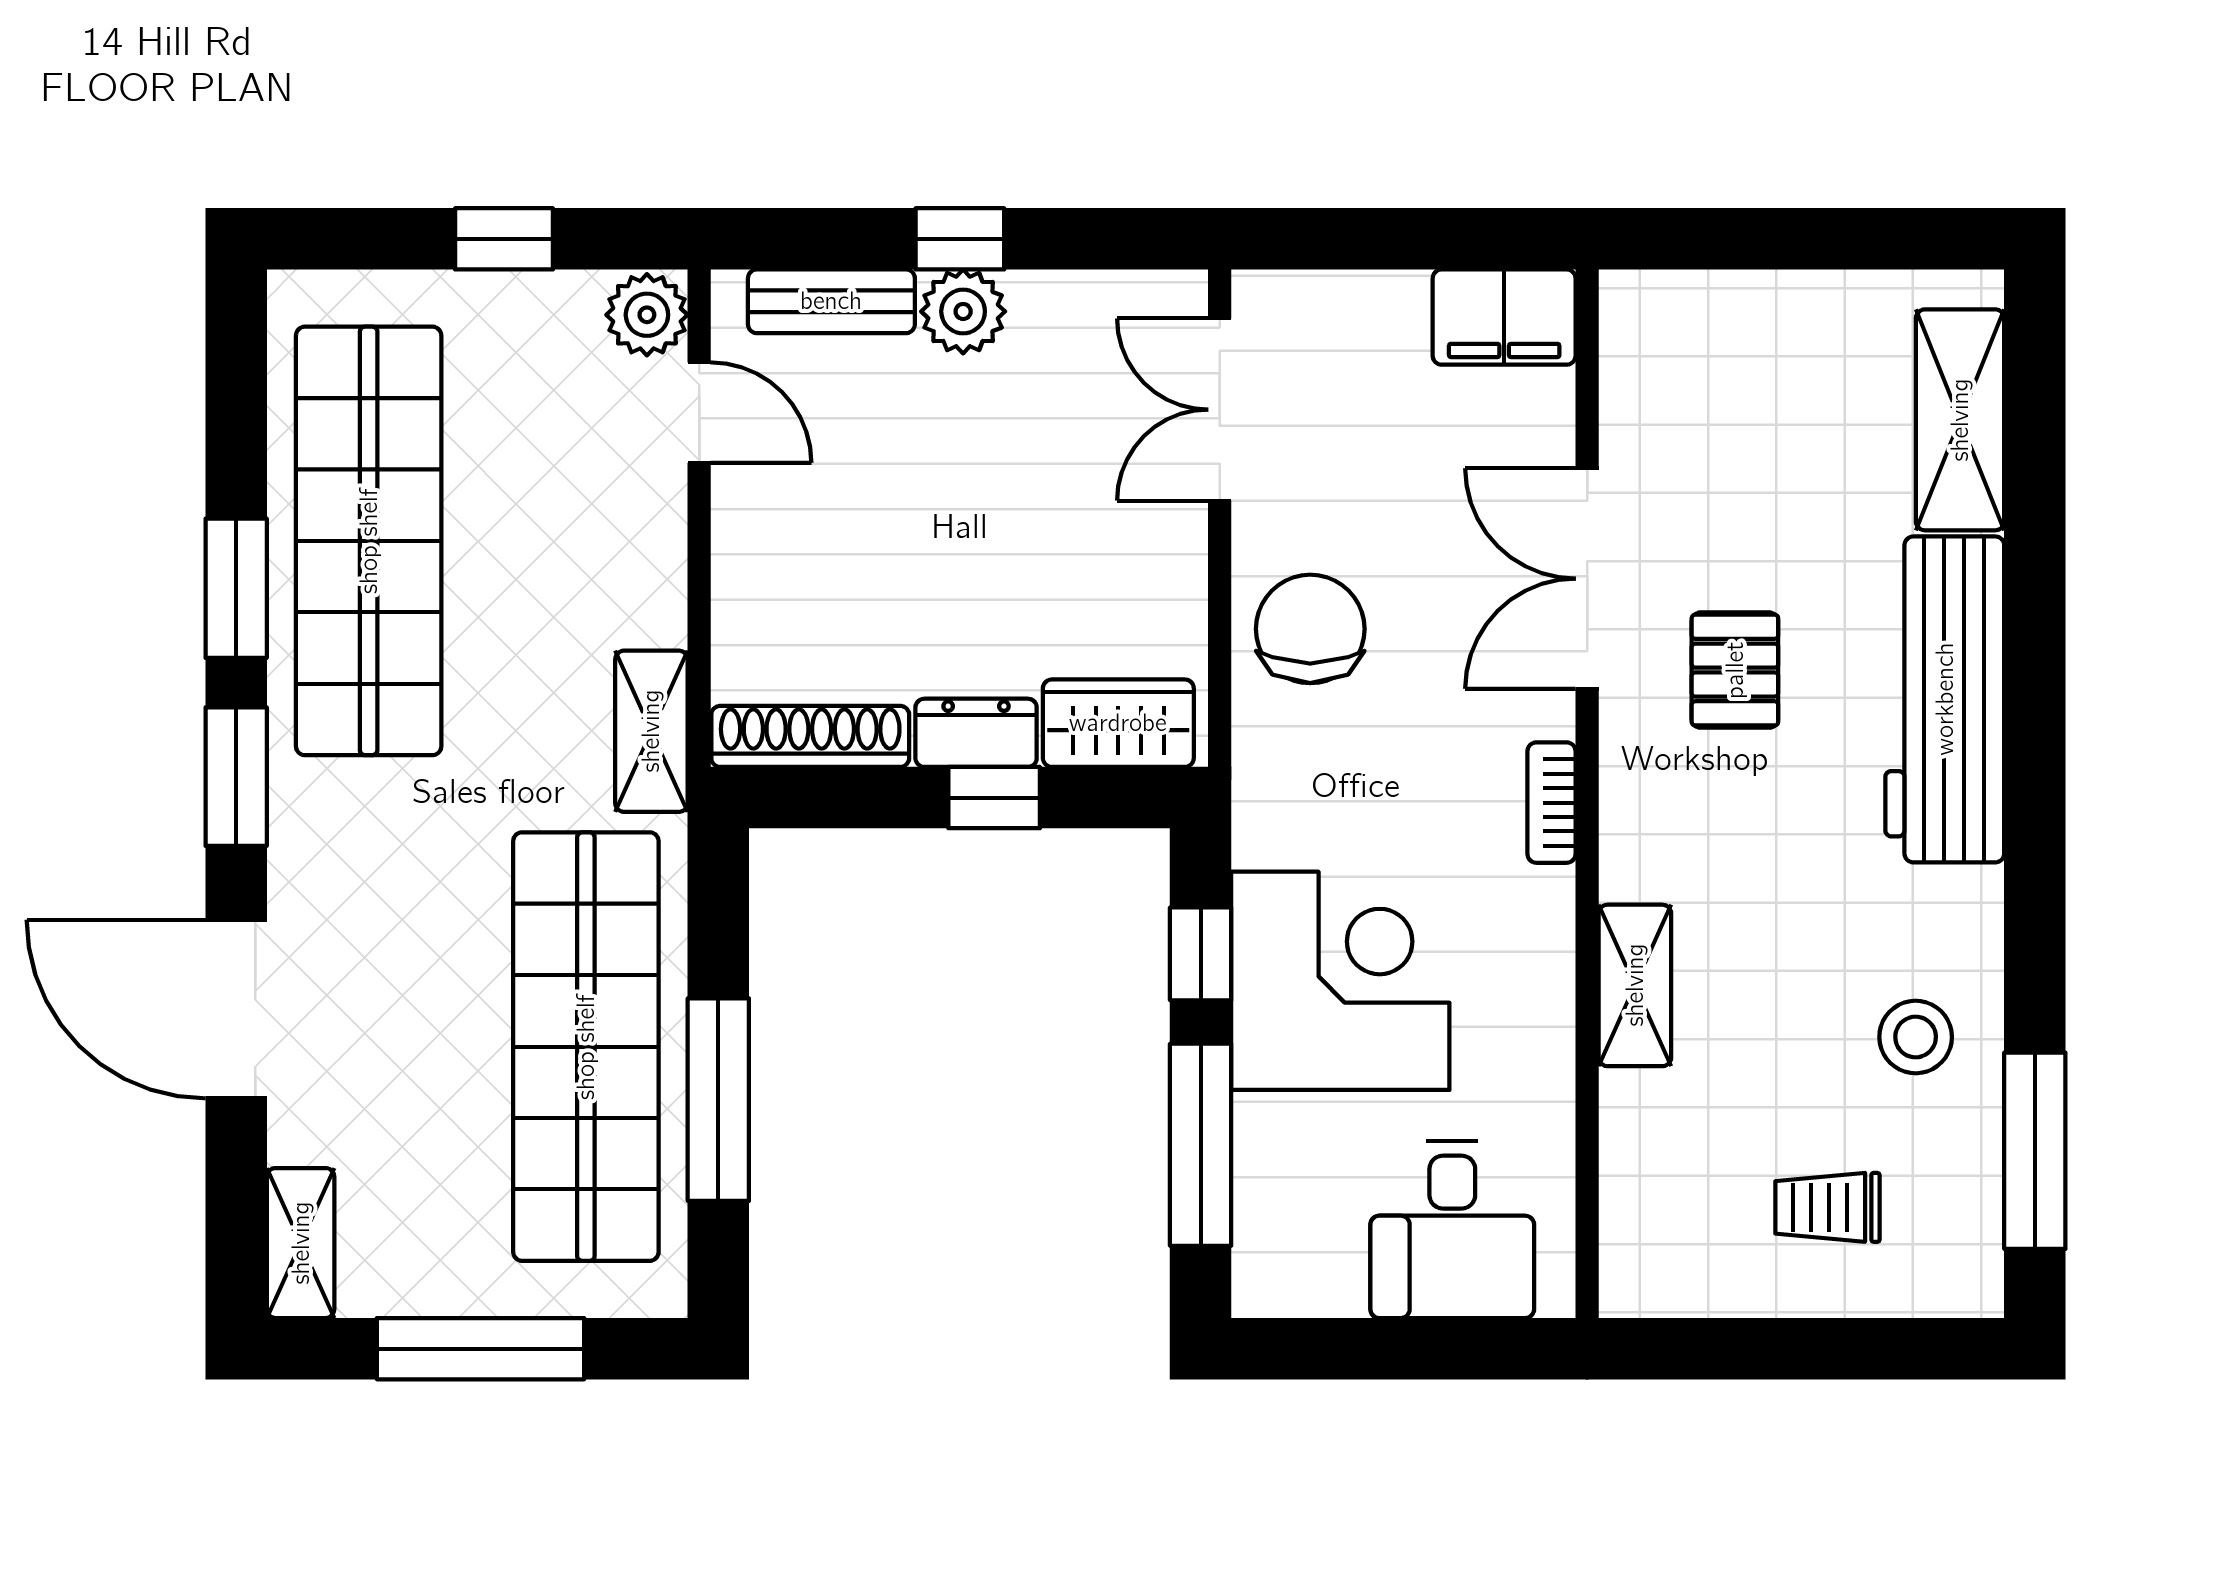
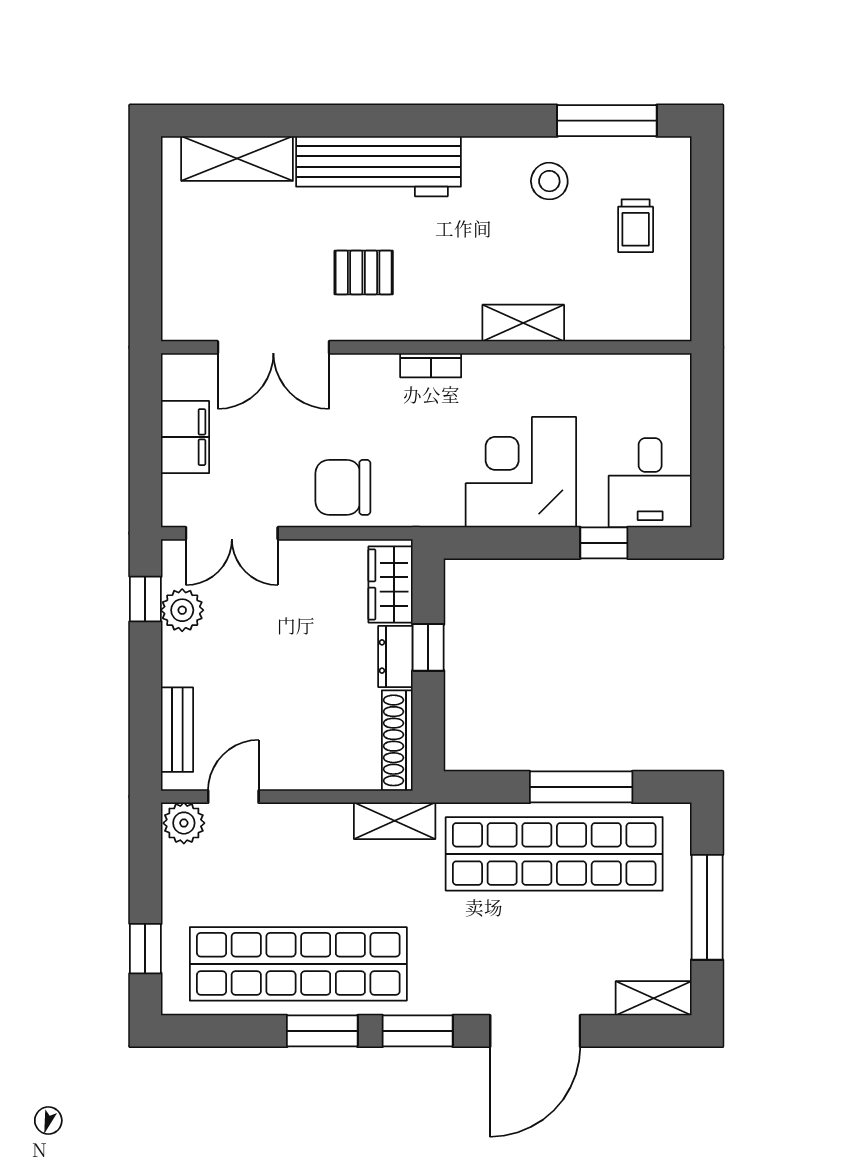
window: (504, 239) -> (145, 949), moved
window: (960, 239) -> (145, 599), moved
plant: (963, 311) -> (182, 610), moved
filing cabinet: (1504, 317) -> (185, 437), moved
double door: (1587, 579) -> (273, 347), moved
window: (1201, 954) -> (507, 543), removed
window: (1201, 1145) -> (604, 543), width x0.46
desk: (1452, 1230) -> (650, 483), moved, turned 90

